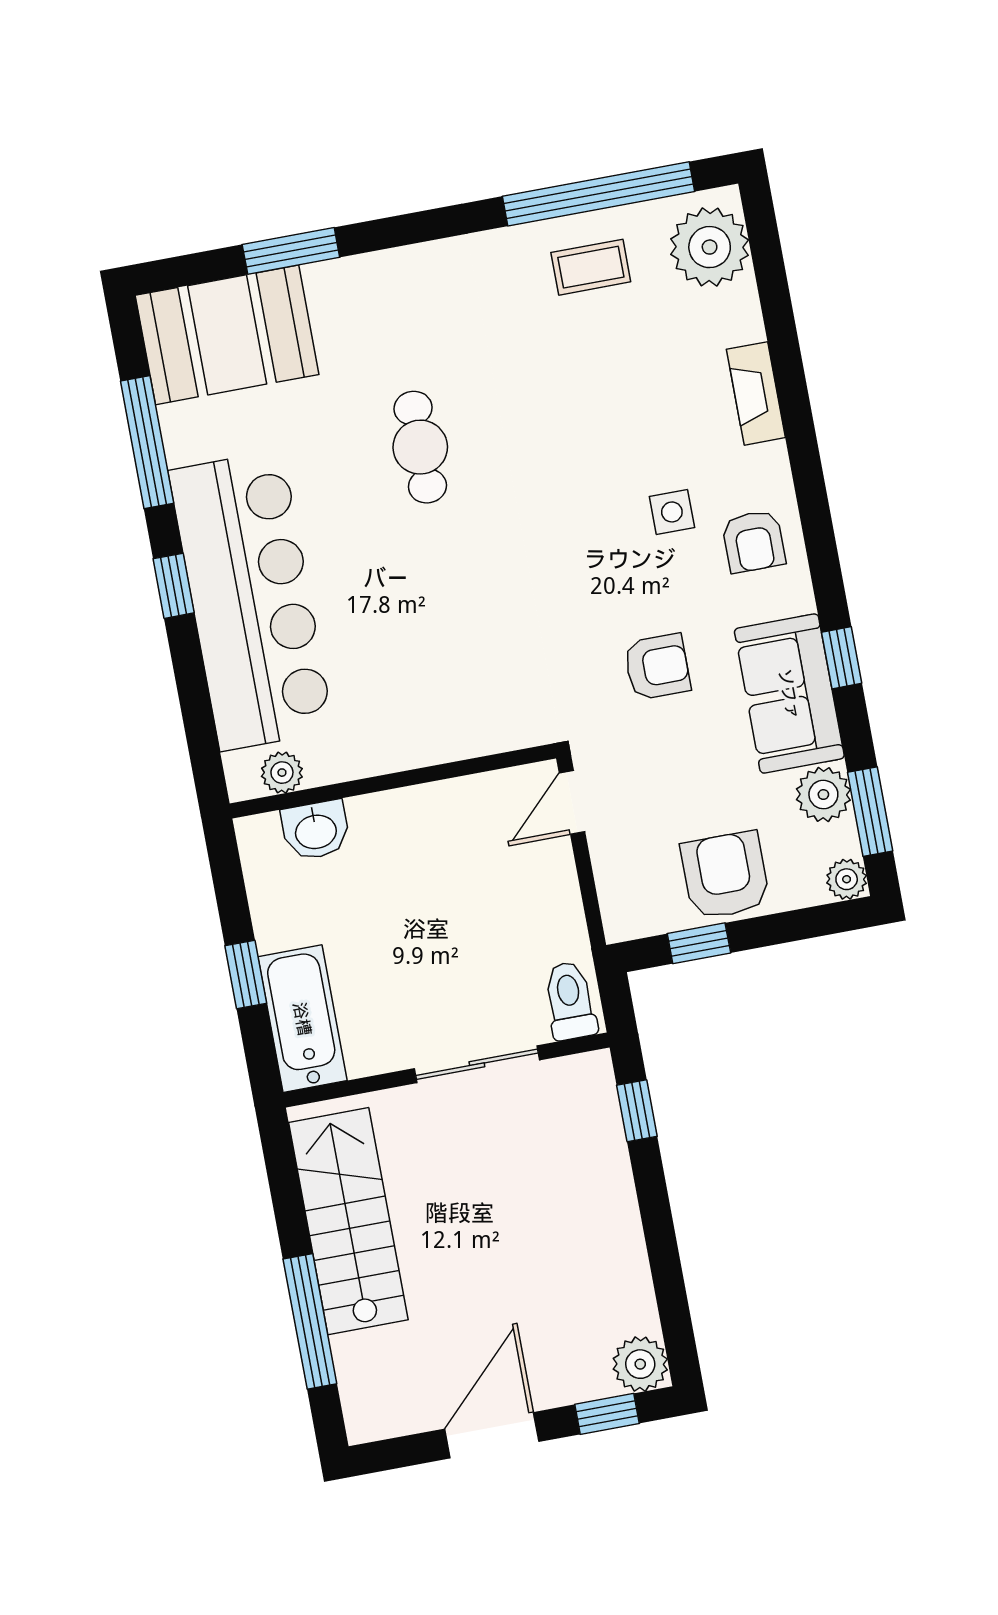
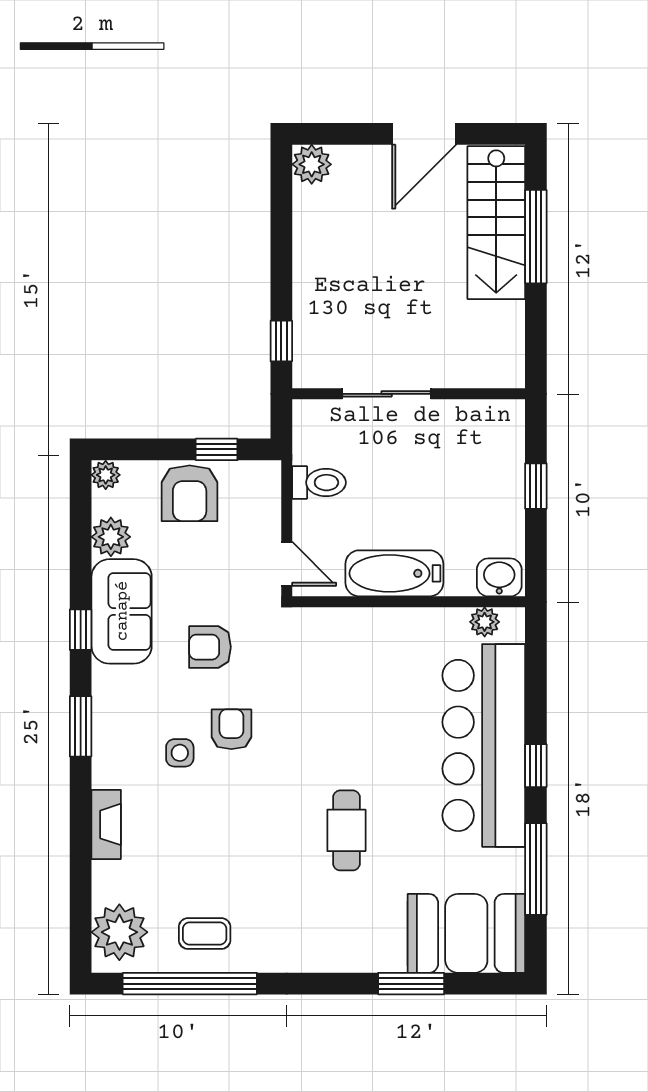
armchair: (754, 541) -> (231, 729), moved
door: (572, 802) -> (287, 564), hinge flipped
window: (870, 812) -> (81, 726), moved
washbasin: (316, 830) -> (499, 577), moved
toilet: (570, 1001) -> (319, 483), moved, turned -90
bathtub: (302, 1019) -> (394, 573), moved, turned 90
stairs: (348, 1221) -> (496, 223), moved
window: (607, 1414) -> (341, 134), removed

